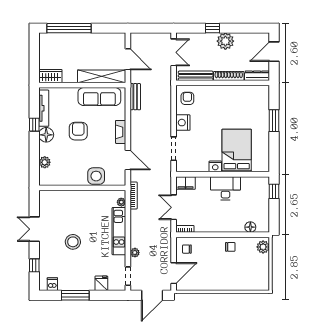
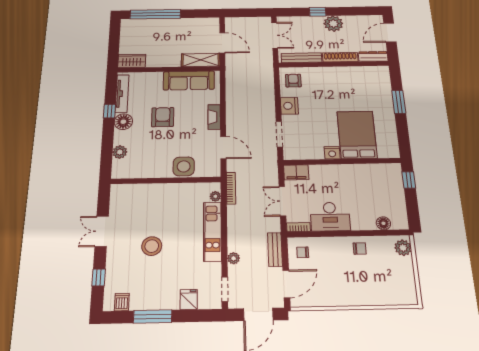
shelving: (102, 76) -> (201, 60), width x0.68
bench: (135, 97) -> (275, 250), moved
desk: (225, 188) -> (330, 217), moved, turned 180

